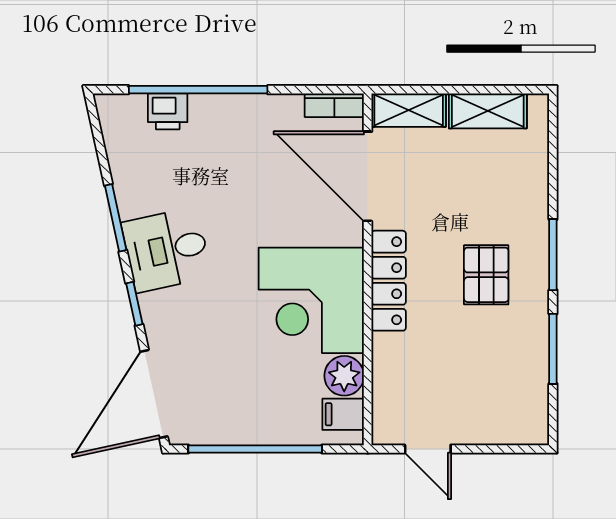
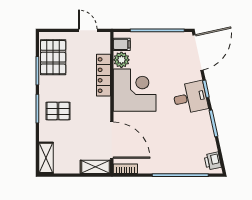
printer: (168, 111) -> (213, 161), moved, turned -102
shelving: (488, 111) -> (46, 158), moved, turned 90
desk: (166, 250) -> (190, 98), moved
pallet: (486, 275) -> (58, 111), moved, turned 90
locker: (389, 281) -> (104, 75), moved
pallet: (514, 382) -> (53, 57), added

